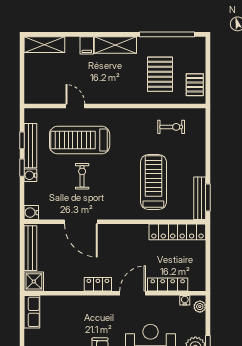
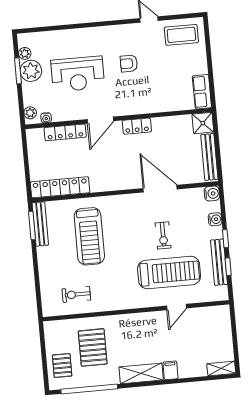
shelving: (44, 45) -> (221, 368), width x0.67, depth x0.75
pallet: (195, 85) -> (62, 366), moved
door: (75, 106) -> (176, 307), hinge flipped
water cooler: (30, 175) -> (215, 219), moved

